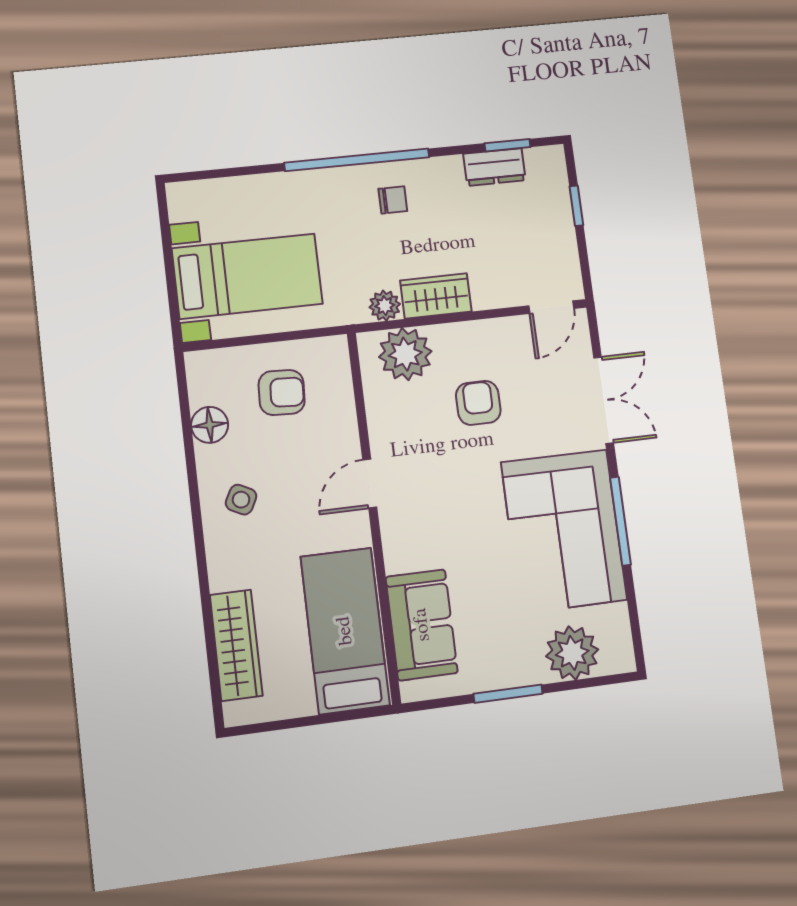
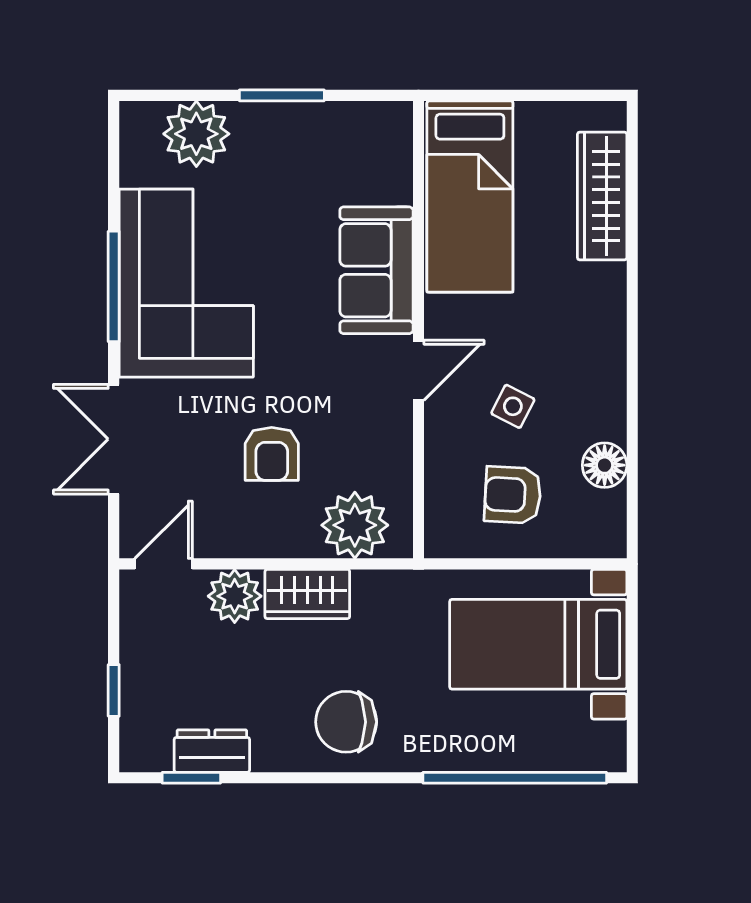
window: (357, 160) -> (515, 778), moved
chair: (393, 200) -> (346, 722), width x1.87, depth x1.87
plant: (385, 306) -> (235, 596), moved, width x1.38, depth x1.38
side table: (241, 500) -> (513, 406), moved
sofa: (422, 625) -> (376, 270), moved

